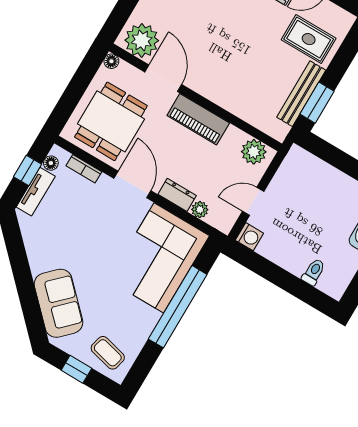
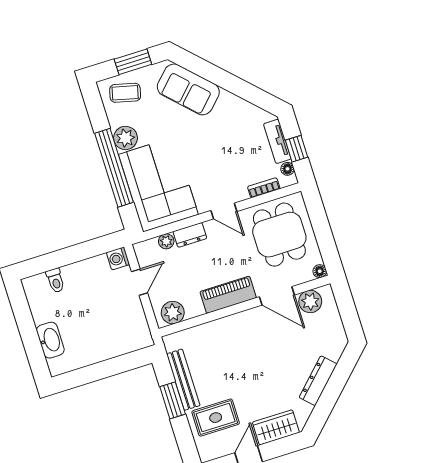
plant: (142, 40) -> (310, 301), width x0.73, depth x0.73
window: (317, 103) -> (173, 400), moved
door: (132, 185) -> (224, 211), width x0.73
plant: (145, 319) -> (125, 138), added
window: (76, 369) -> (133, 62), width x1.50

